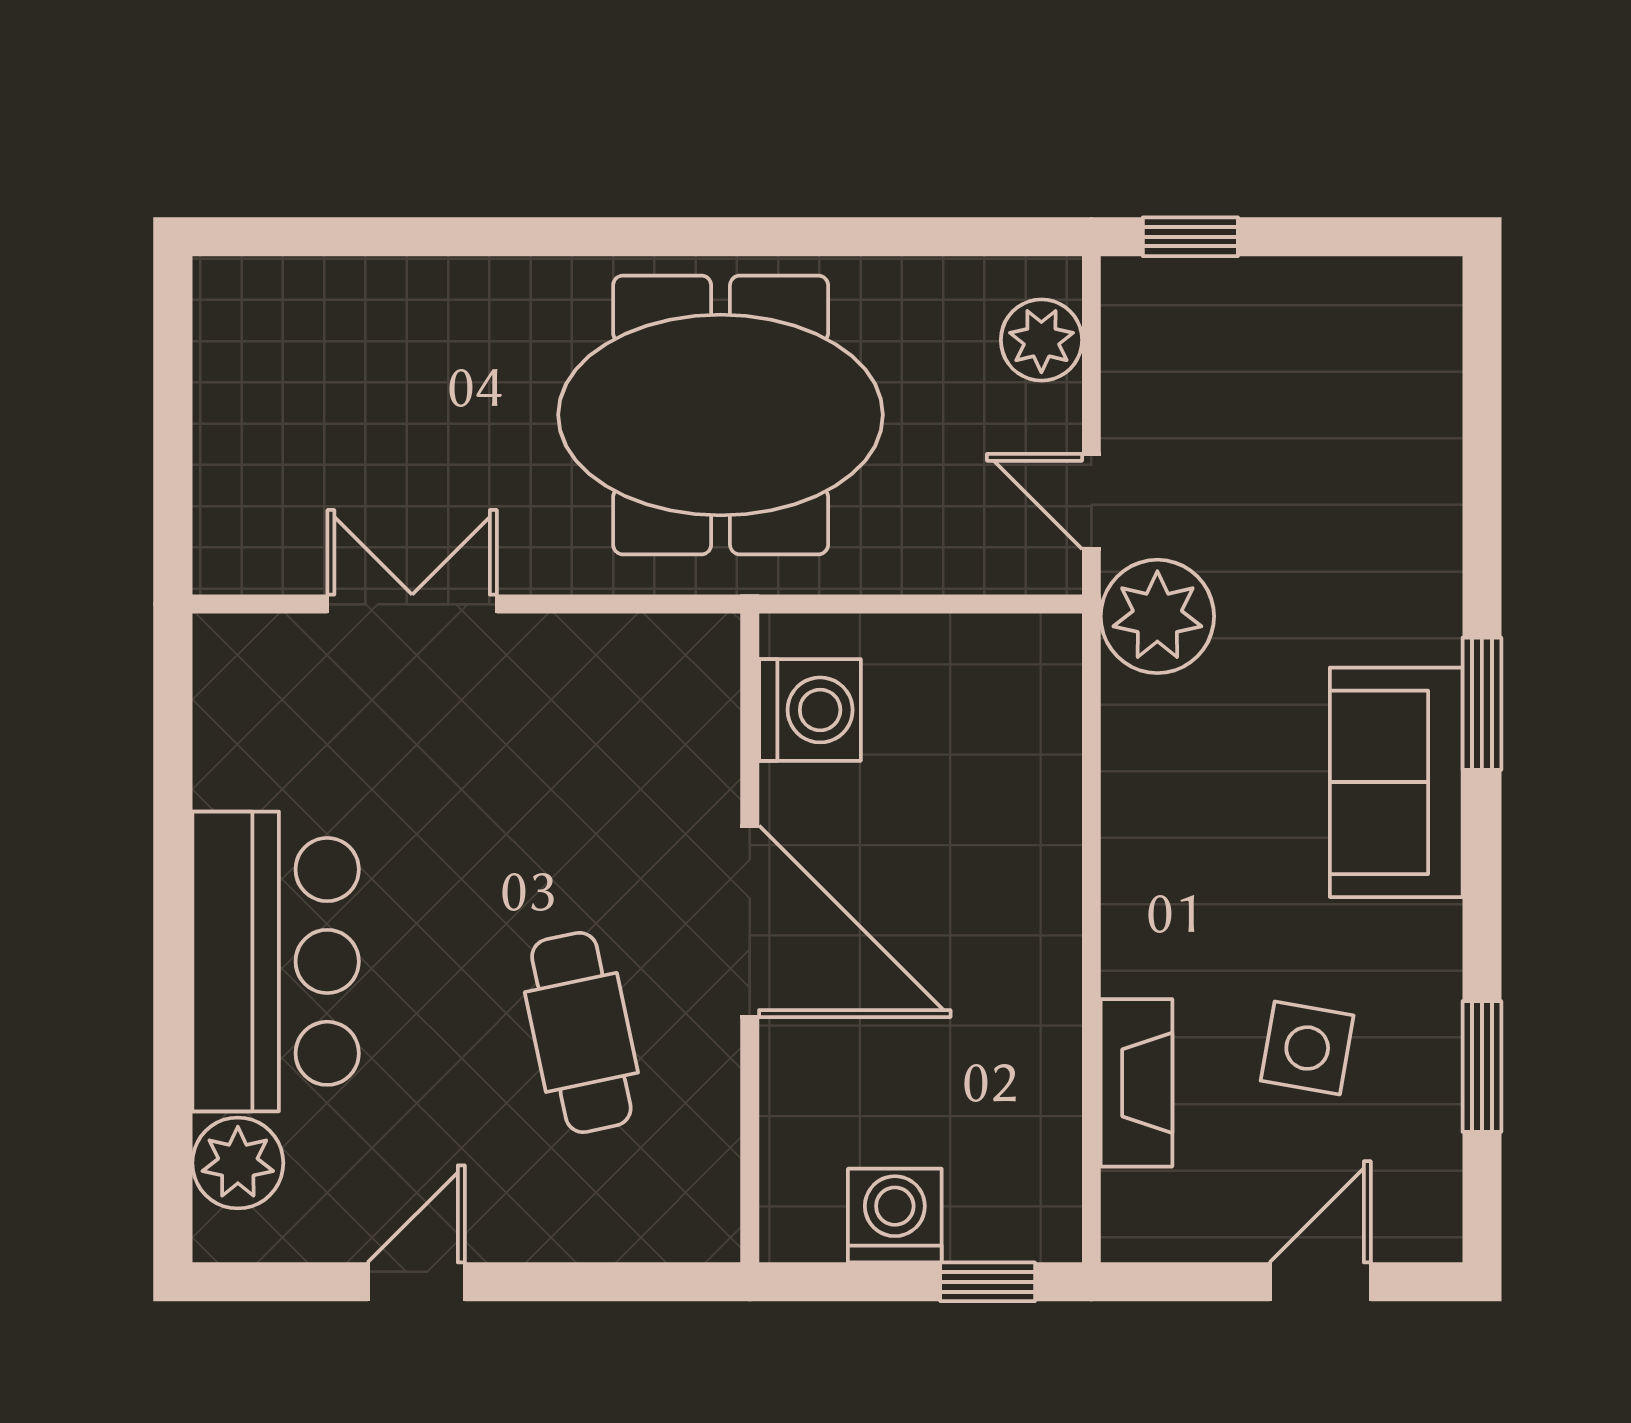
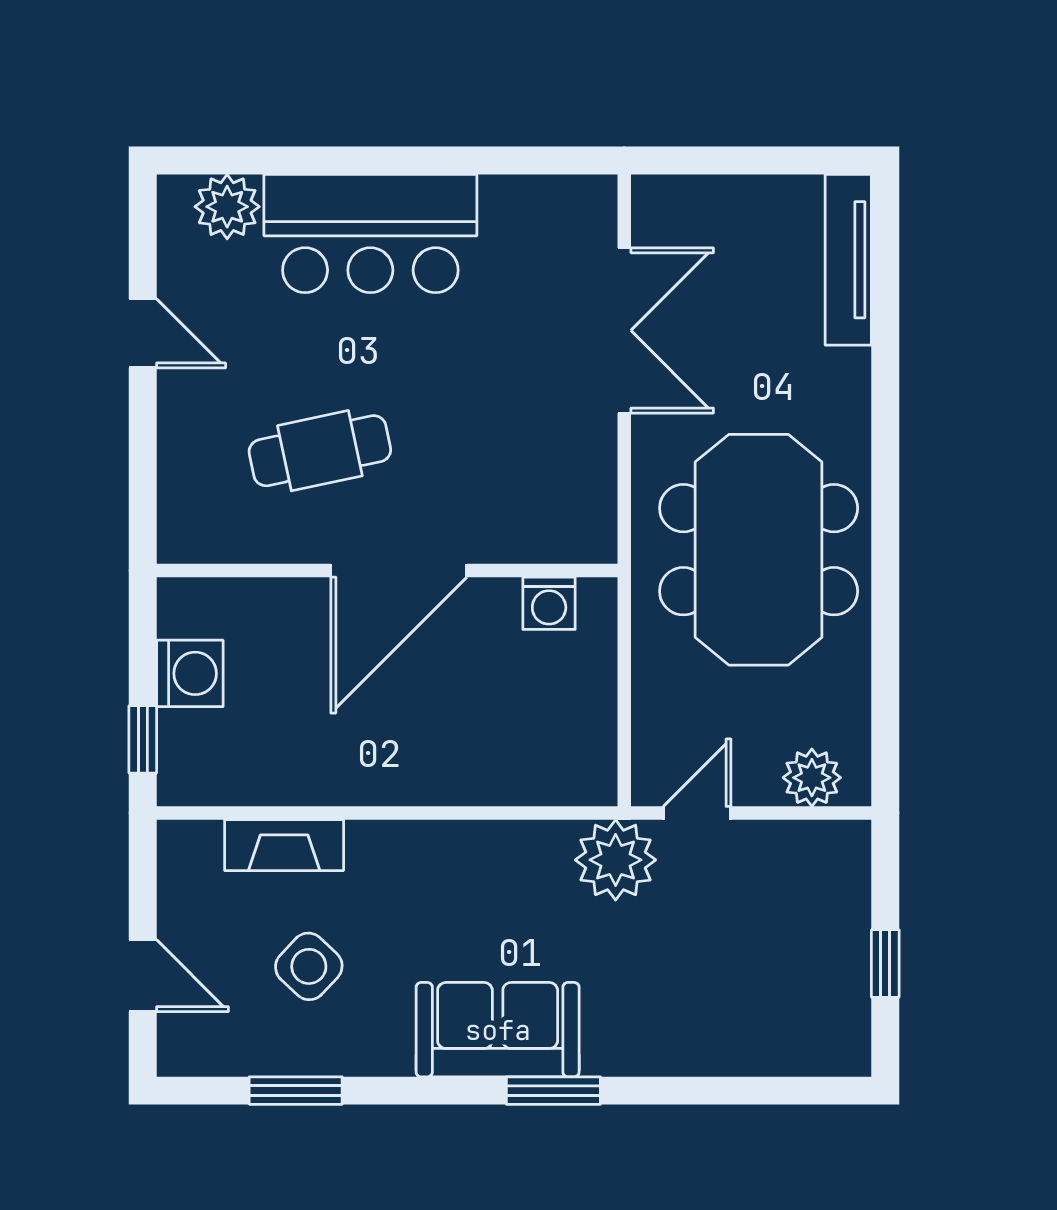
window: (1190, 237) -> (885, 964), moved
tv unit: (313, 289) -> (848, 260), added
double door: (412, 604) -> (624, 330), width x1.37
washing machine: (810, 710) -> (549, 603), width x0.73, depth x0.73
side table: (1307, 1048) -> (309, 966), turned 33

